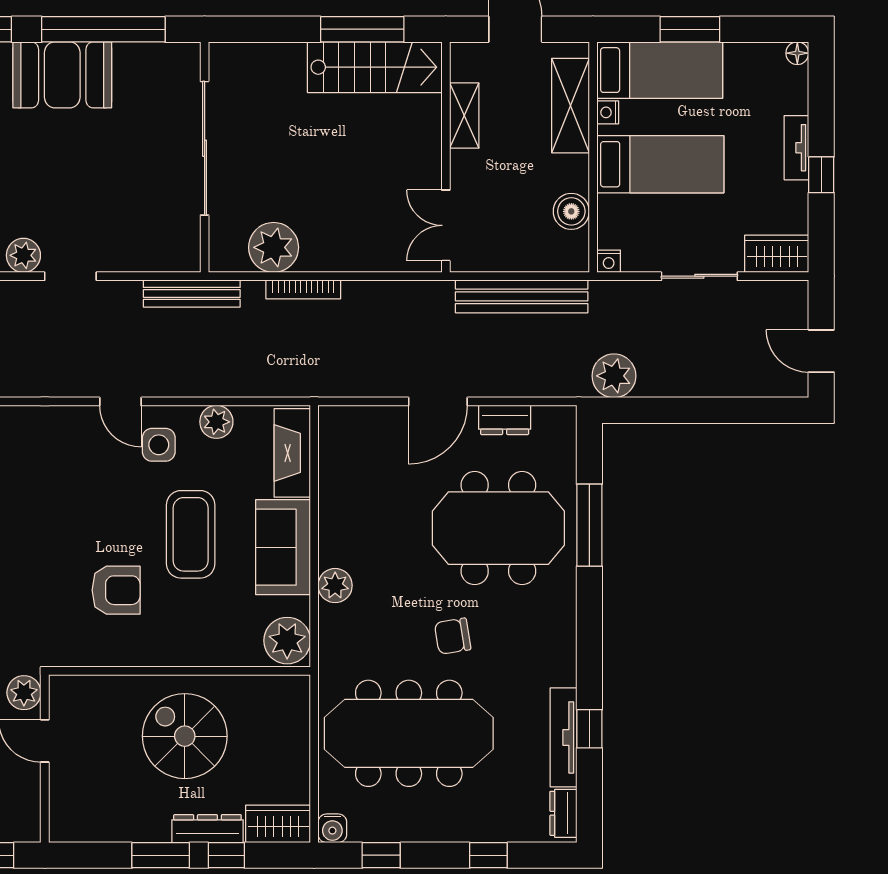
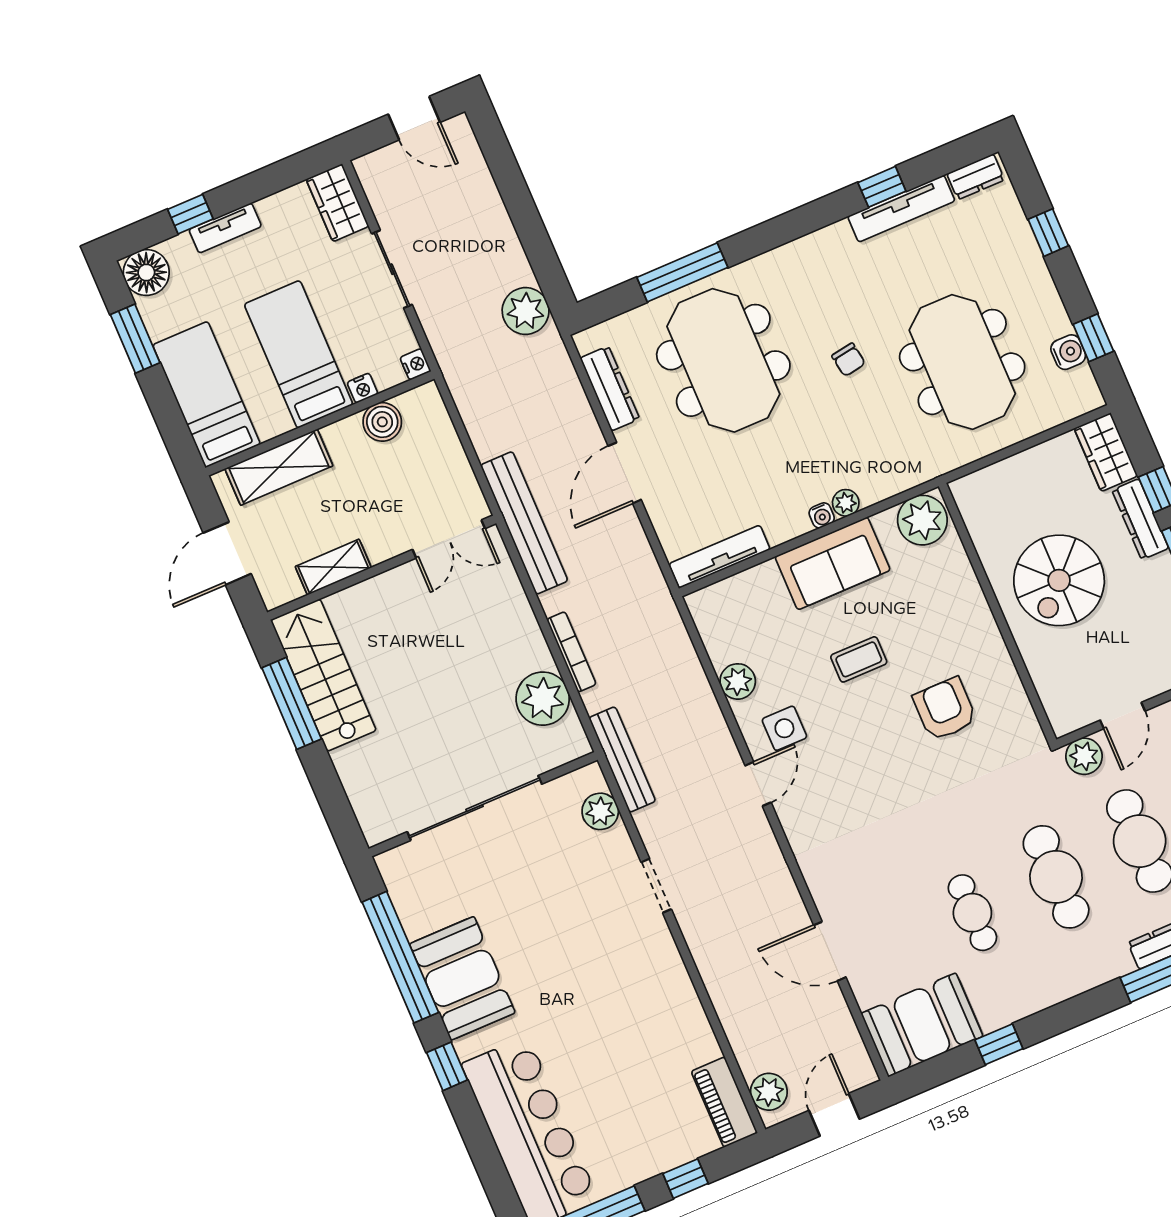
window: (690, 29) -> (135, 339), moved
floor lamp: (797, 53) -> (146, 272), width x1.89, depth x1.89
nightstand: (608, 112) -> (362, 388), moved
window: (821, 175) -> (190, 214), moved
plant: (23, 255) -> (600, 811), moved
bench: (522, 296) -> (524, 523), moved
door: (821, 351) -> (414, 118), hinge flipped
door: (438, 401) -> (625, 473), swing flipped
dresser: (505, 420) -> (610, 388), width x1.44
tv unit: (331, 452) -> (720, 557), added
fireplace: (292, 453) -> (736, 594), removed
coffee table: (191, 534) -> (859, 659), width x0.54, depth x0.58
water cooler: (328, 556) -> (822, 515), added
plant: (335, 586) -> (846, 503), width x0.73, depth x0.73
chair: (453, 636) -> (849, 360), width x0.73, depth x0.73
meeting table: (409, 733) -> (962, 362), width x0.73
water cooler: (332, 828) -> (1068, 352), moved

